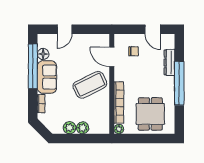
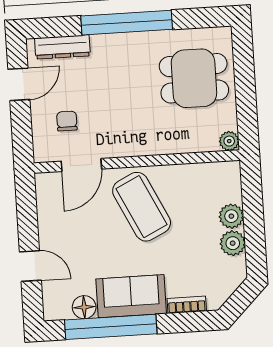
dresser: (169, 62) -> (62, 47), moved
bookcase: (119, 103) -> (174, 145), removed

